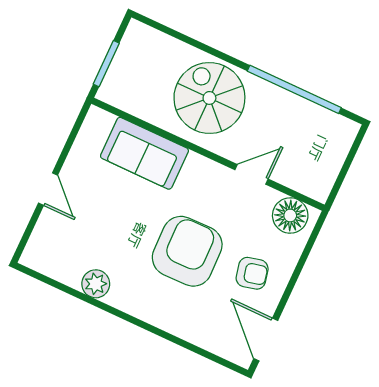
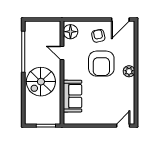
door: (48, 189) -> (123, 126), moved
armchair: (187, 251) -> (101, 64), turned -89
plant: (96, 284) -> (129, 71), moved

